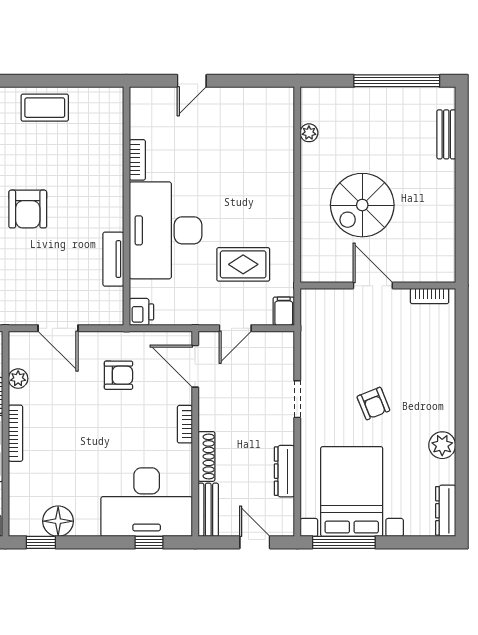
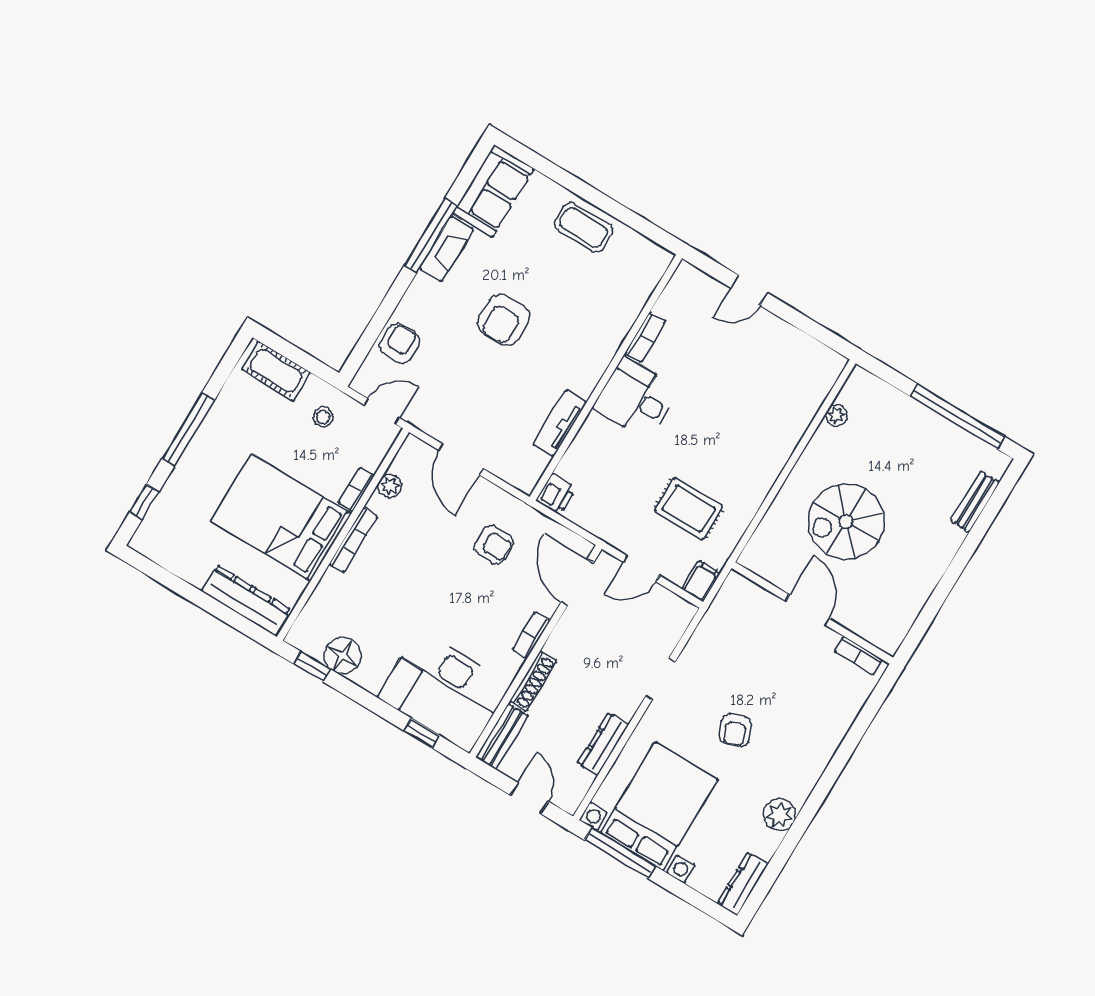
desk: (166, 230) -> (636, 398), width x0.53, depth x0.77

